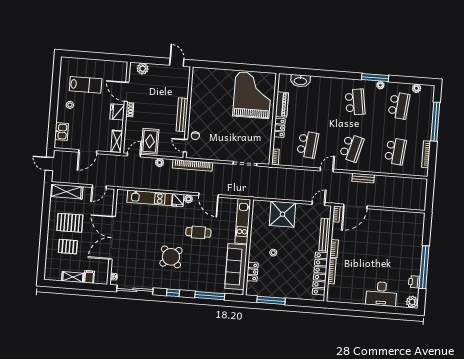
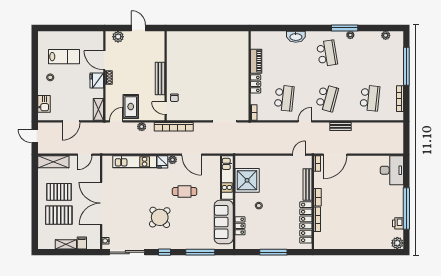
door: (177, 62) -> (138, 28), moved
washbasin: (300, 81) -> (296, 37), moved
grand piano: (252, 95) -> (227, 54), removed
school desk: (399, 105) -> (370, 53), removed
shower: (282, 214) -> (247, 180), moved
pallet: (68, 247) -> (59, 215), width x1.50, depth x1.42
desk: (381, 294) -> (392, 170), moved, turned -90
window: (271, 300) -> (273, 252), moved

